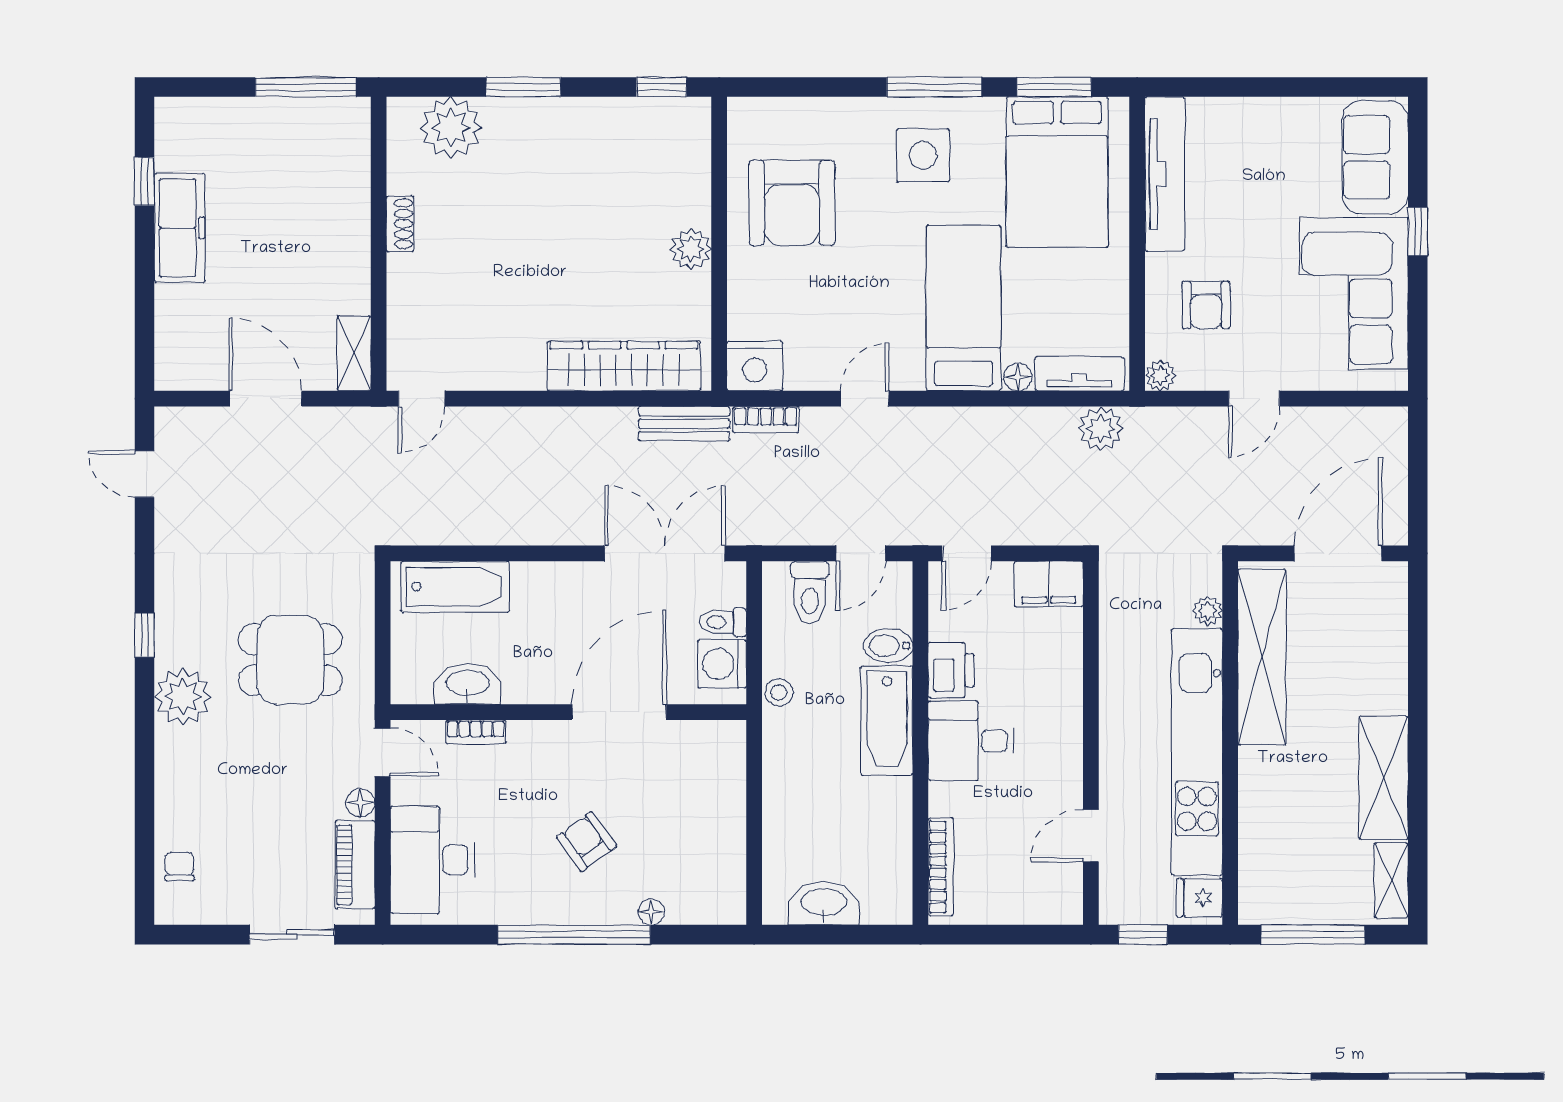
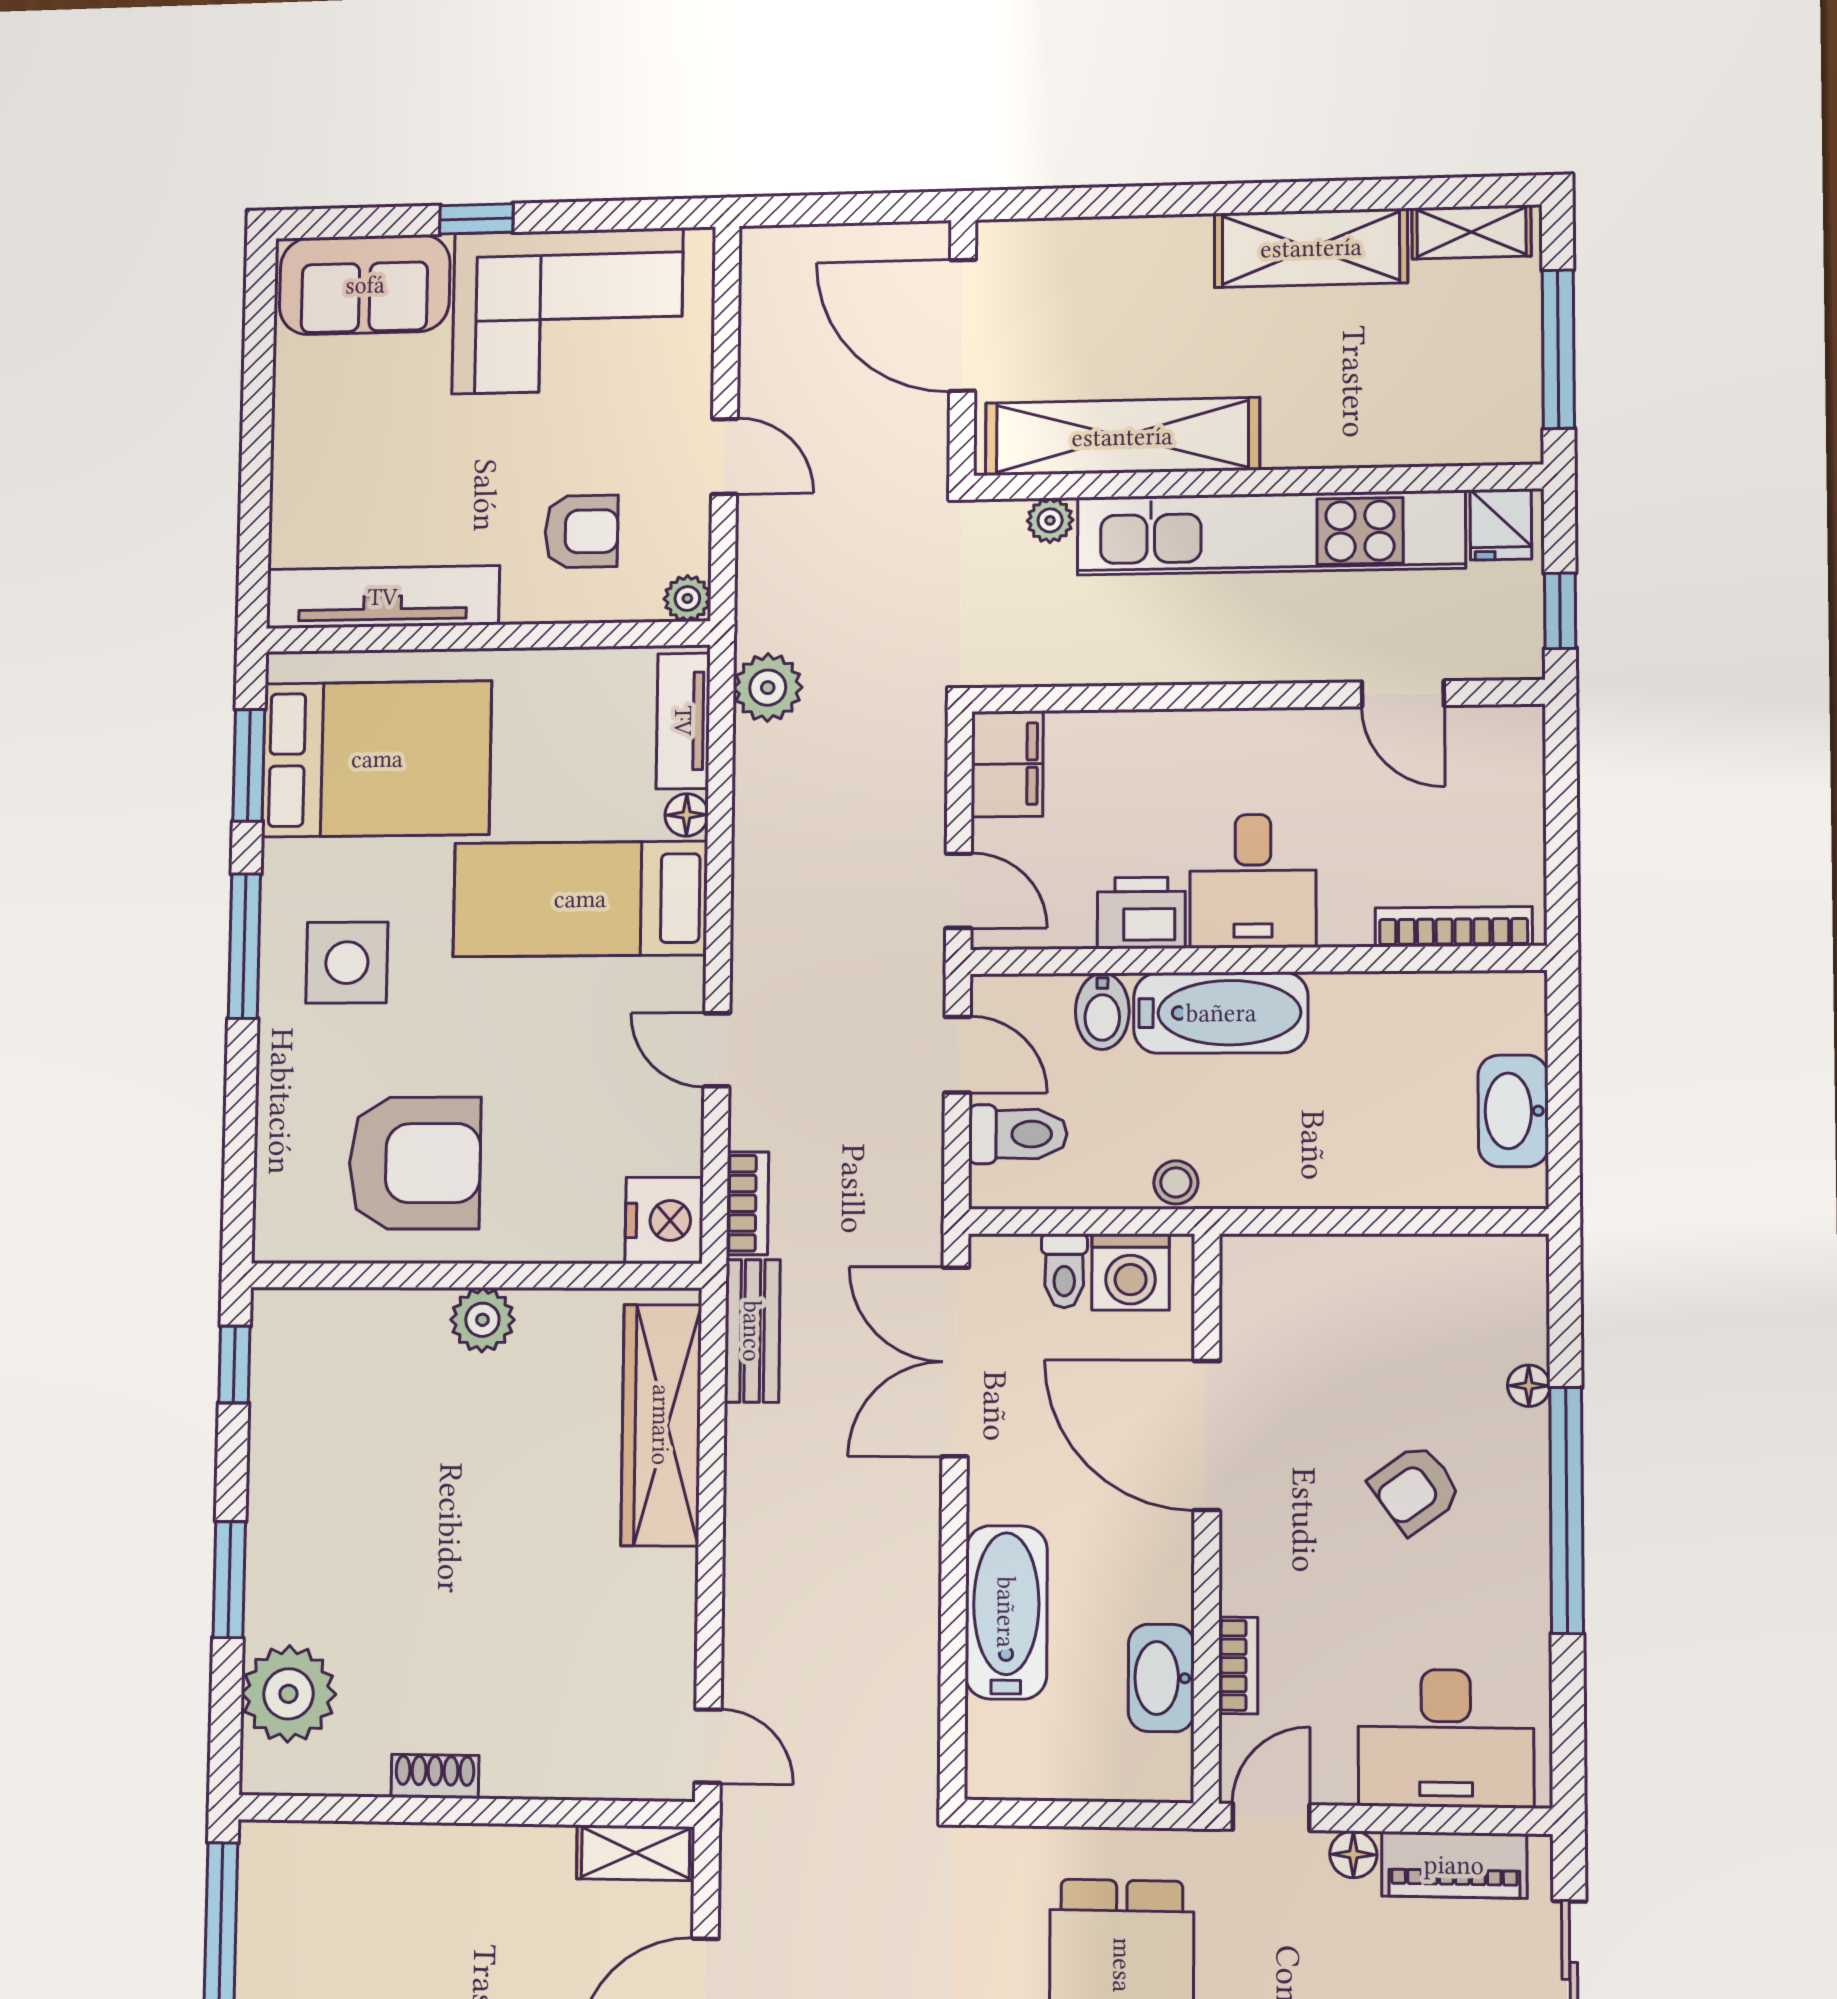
bathtub: (455, 587) -> (1006, 1612), moved

